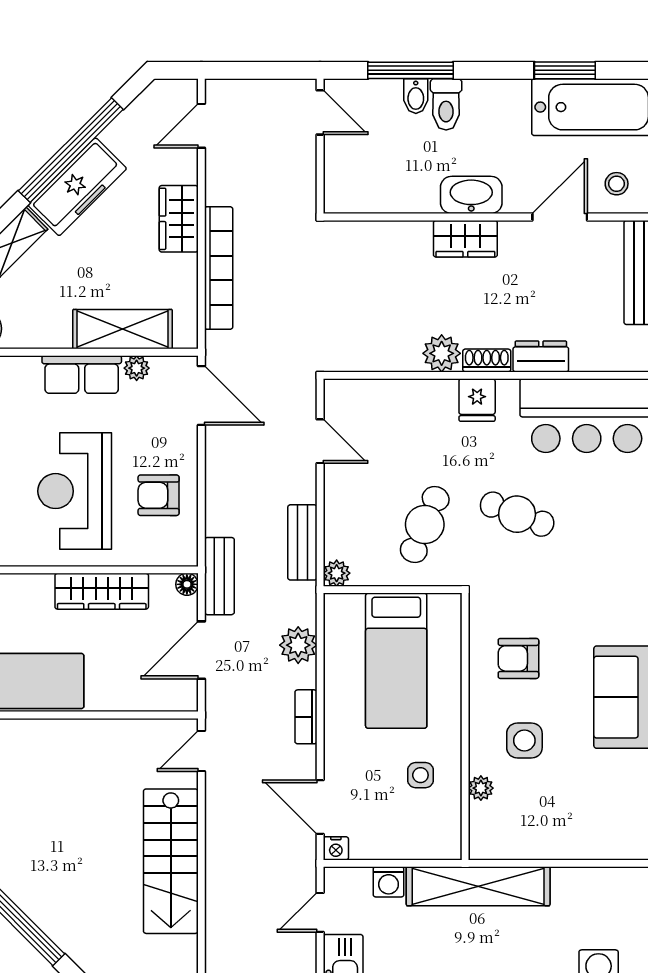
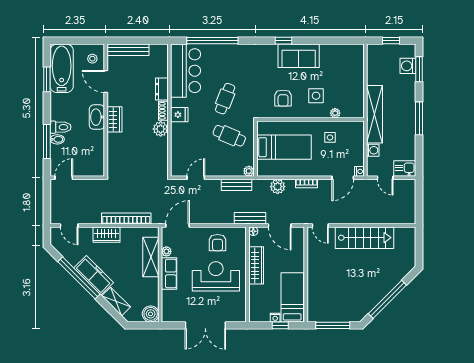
reception desk: (75, 491) -> (216, 276), turned 180

